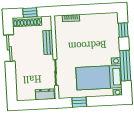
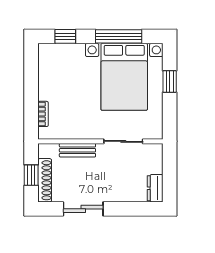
bed with nightstands: (99, 78) -> (124, 77), width x1.36
dresser: (45, 94) -> (155, 188), moved
window: (79, 102) -> (170, 82), moved

